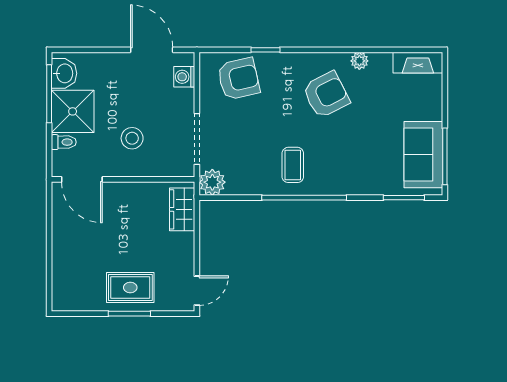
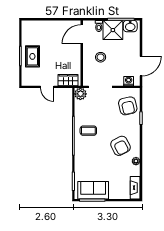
door: (197, 291) -> (47, 87), moved

